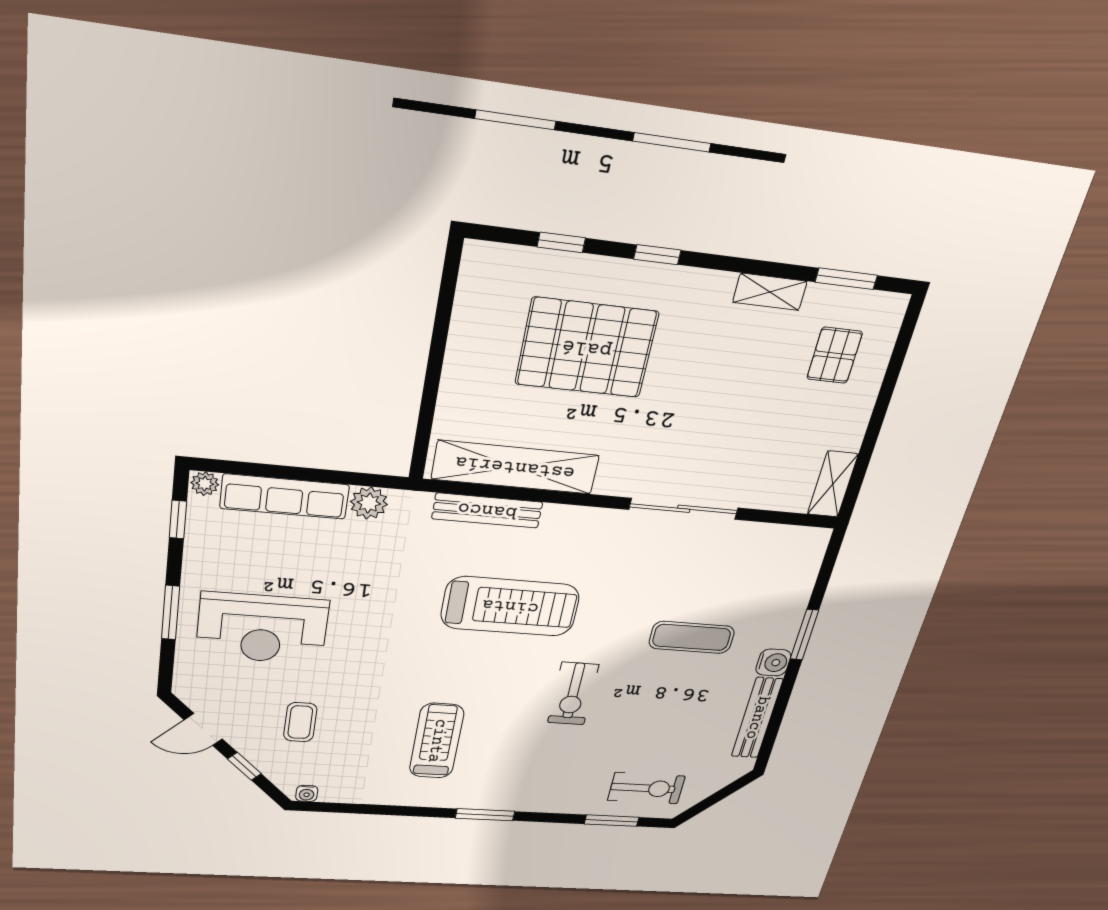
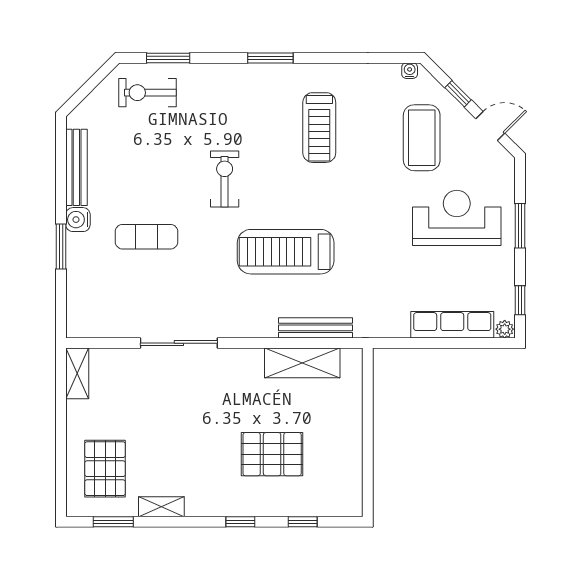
pallet: (587, 348) -> (272, 454), width x0.73, depth x0.71
pallet: (835, 355) -> (105, 469), width x1.50, depth x1.42
shelving: (515, 467) -> (302, 363), width x0.68
plant: (369, 503) -> (396, 326), removed
coffee table: (300, 722) -> (422, 138), width x1.86, depth x1.72

